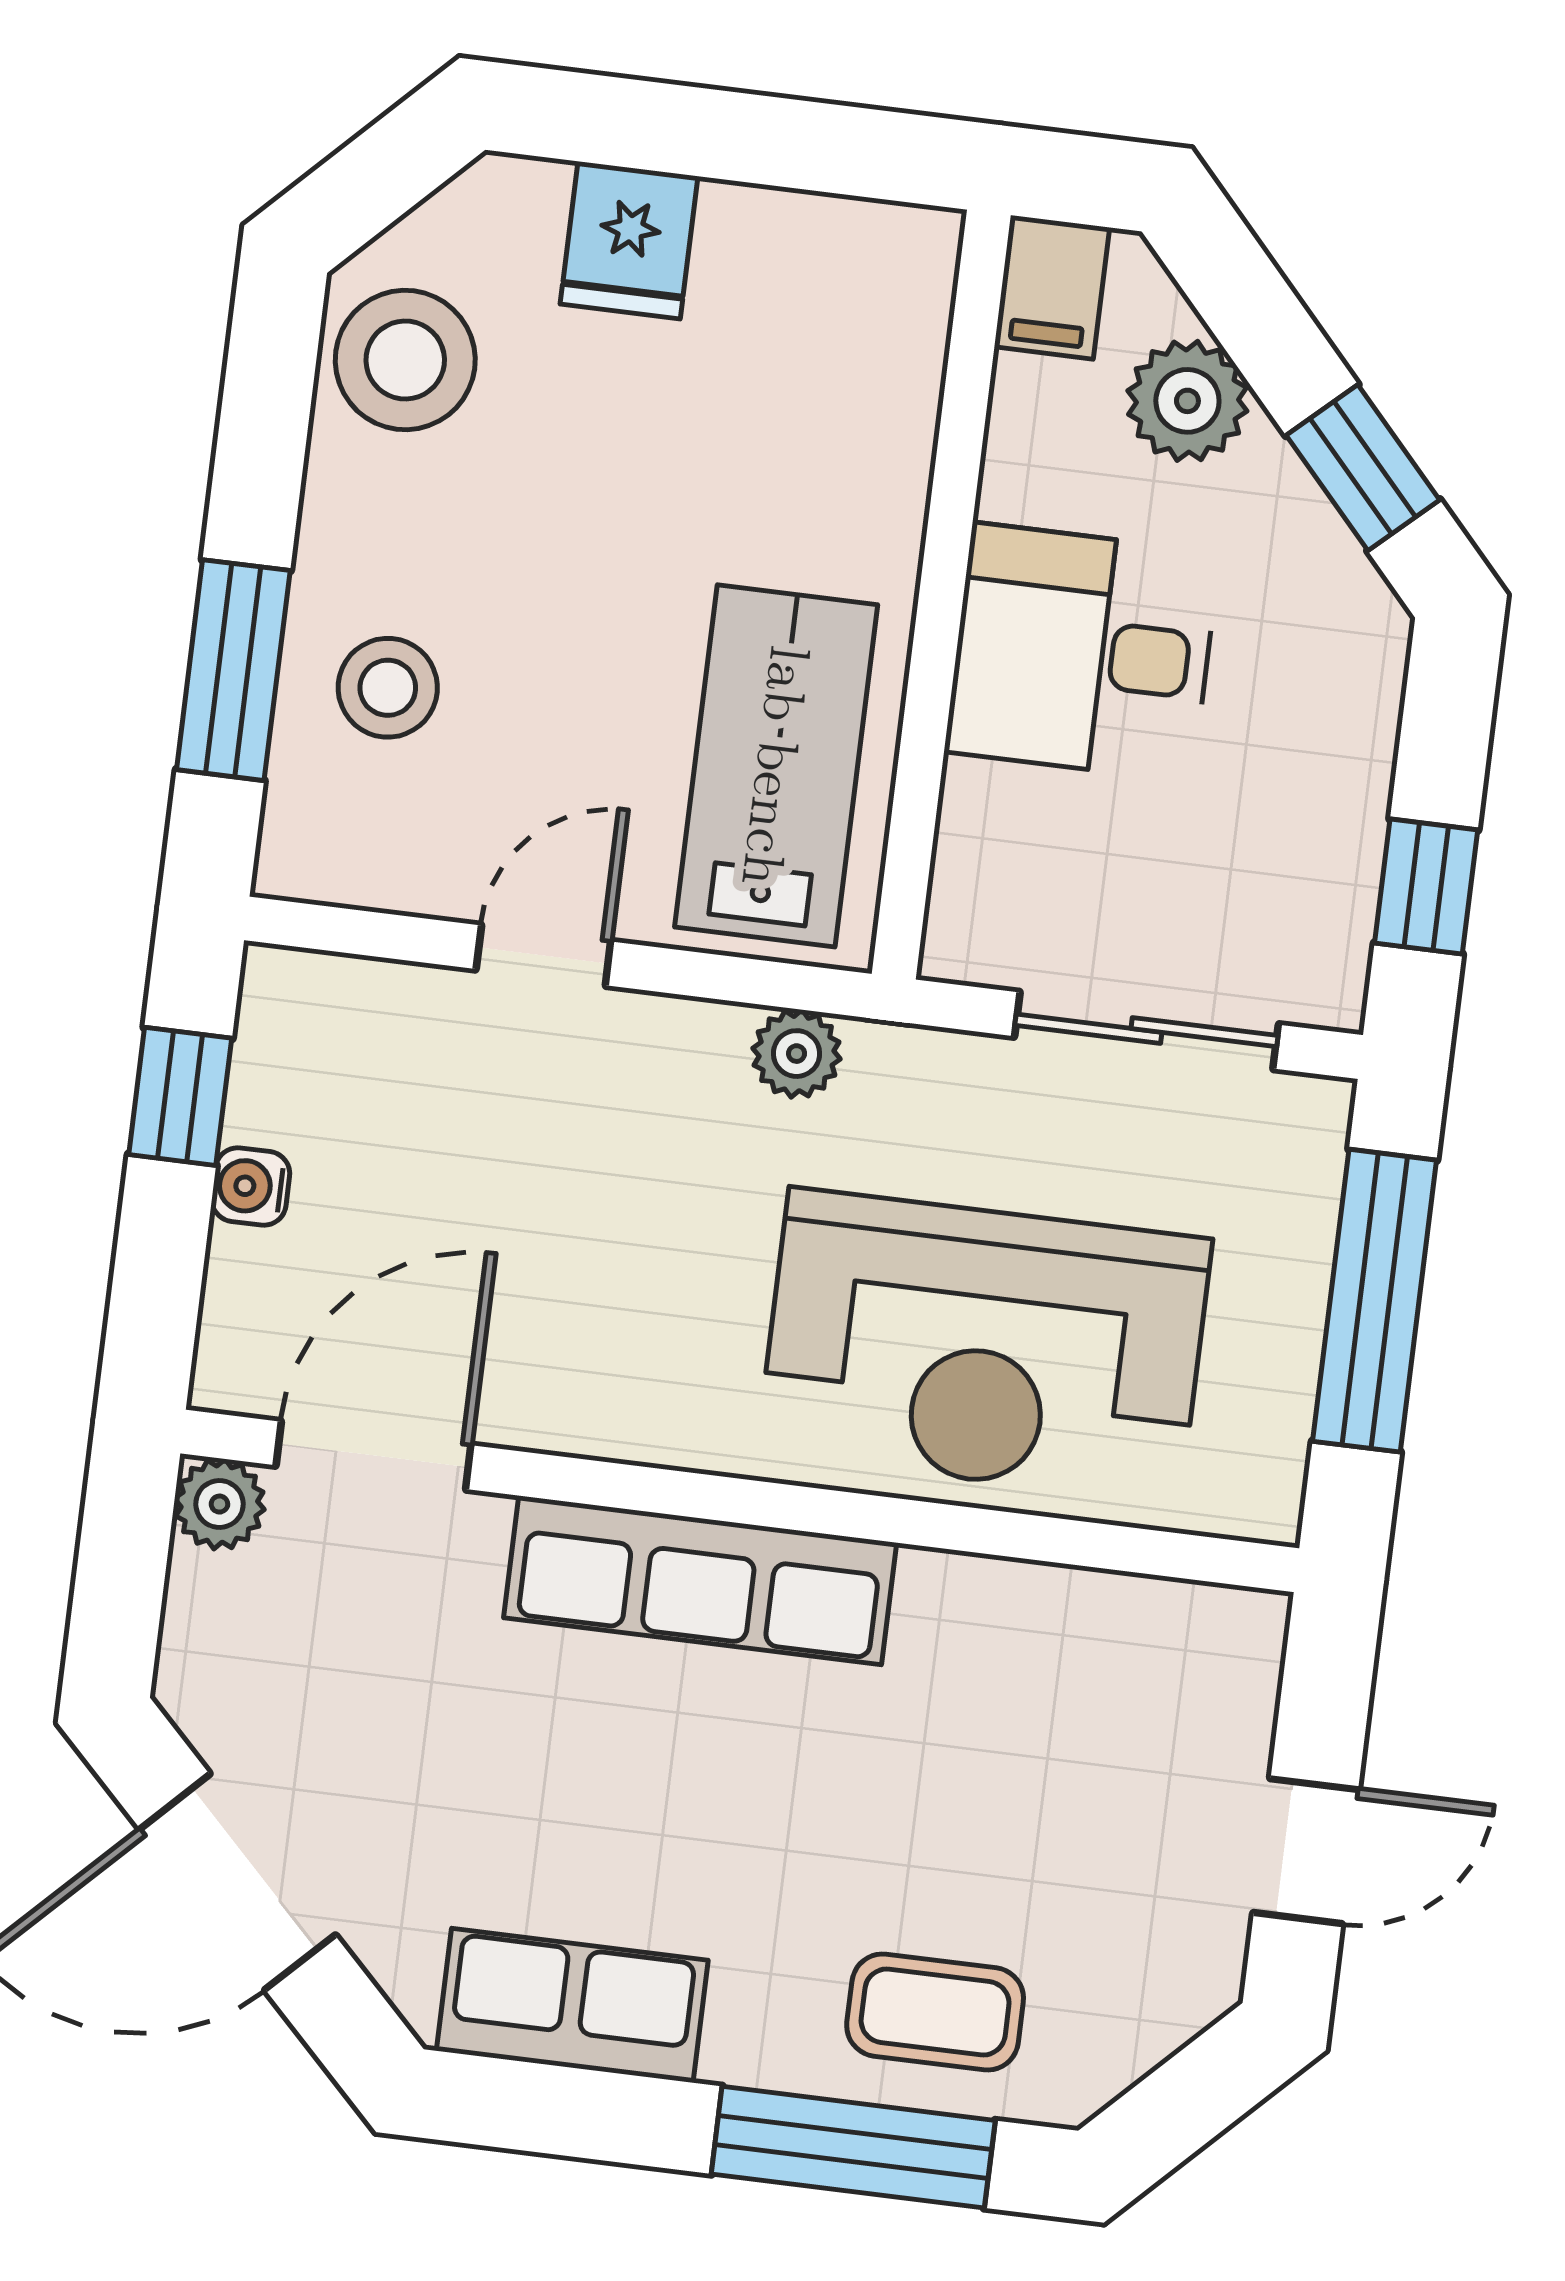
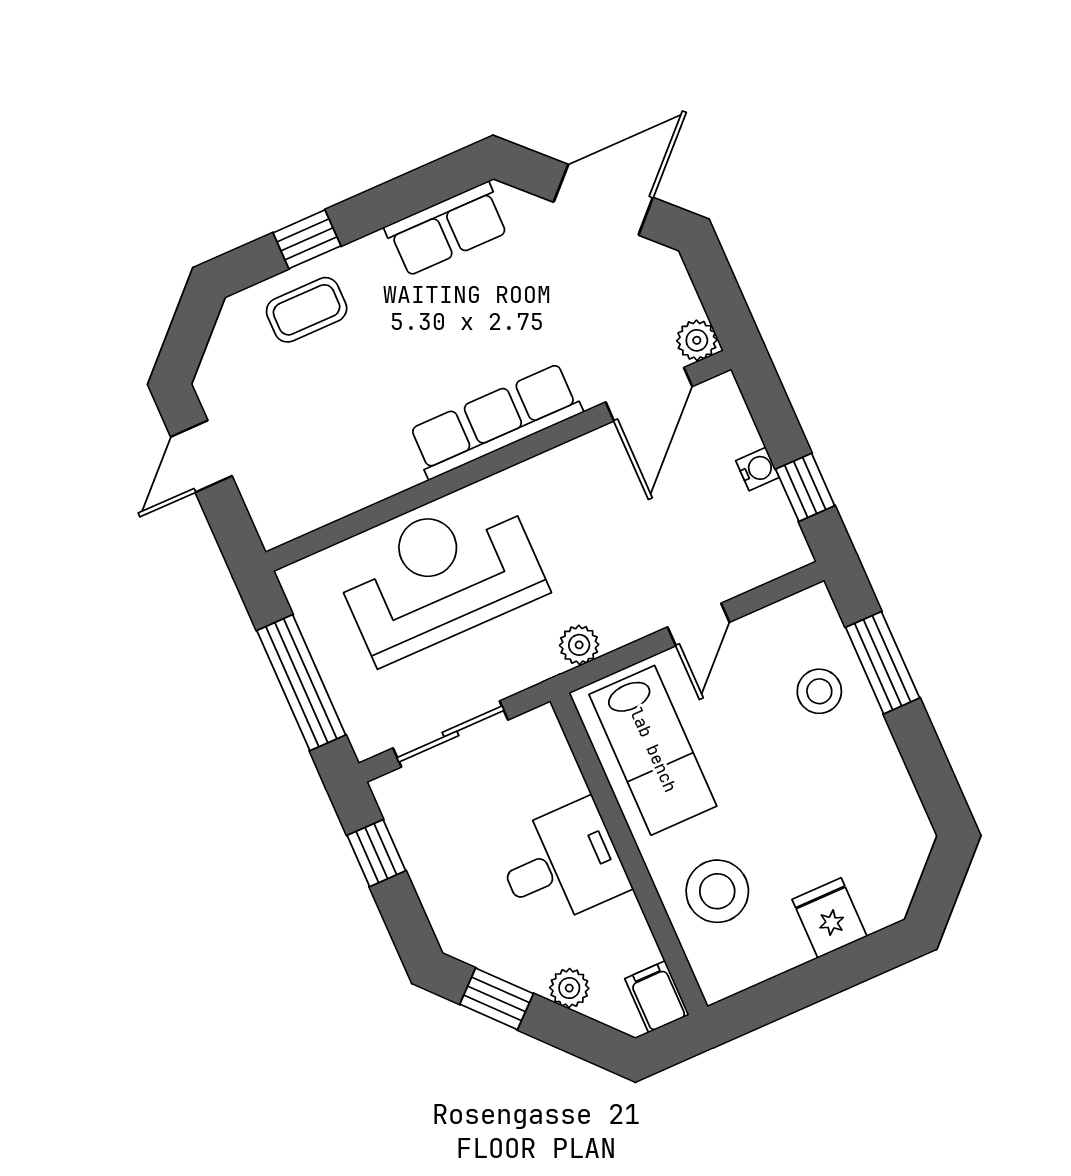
stool: (405, 360) -> (717, 891), moved
plant: (1187, 401) -> (569, 988), width x0.73, depth x0.73
window: (853, 2147) -> (307, 239), width x0.46

